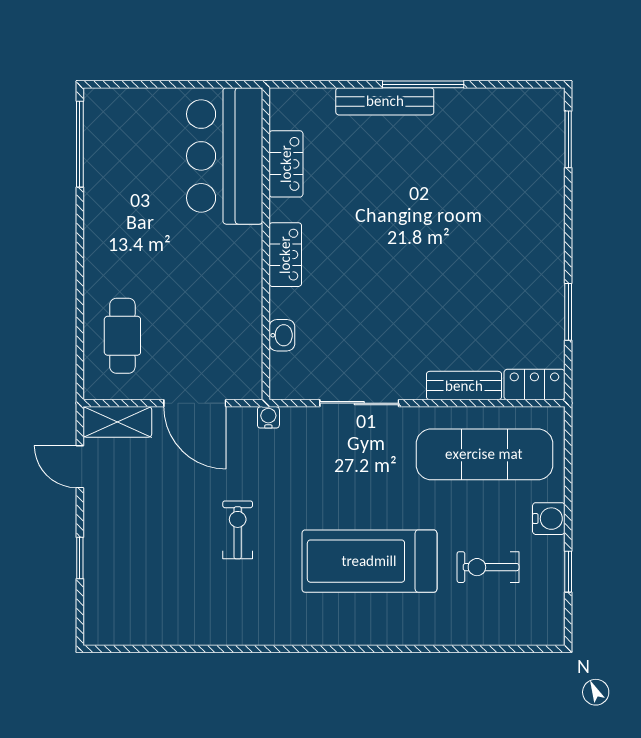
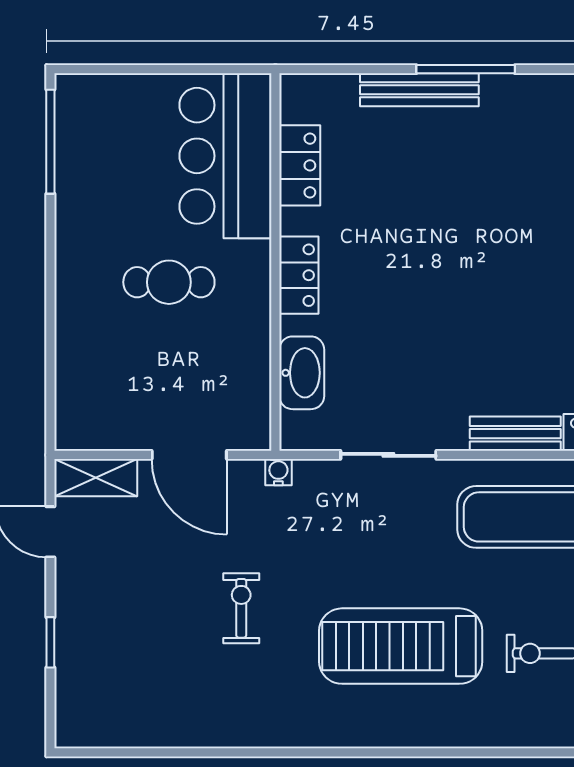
washbasin: (282, 335) -> (302, 373), width x1.91, depth x1.45
cafe table: (122, 336) -> (169, 282), moved, turned 90

